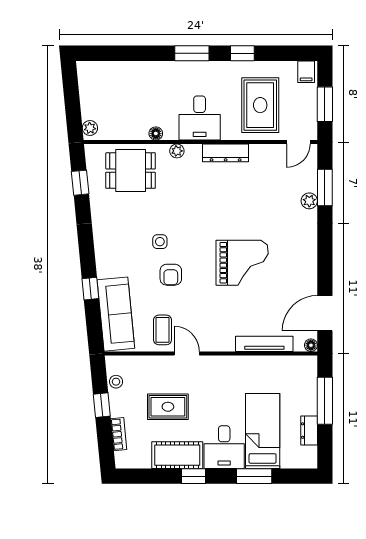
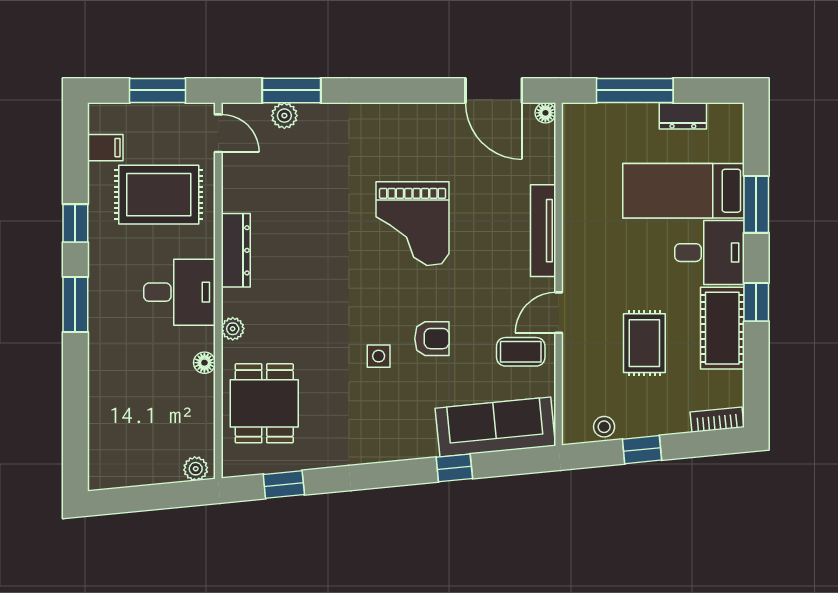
filing cabinet: (306, 72) -> (105, 148), moved
plant: (309, 201) -> (284, 116), moved
grand piano: (242, 263) -> (413, 224), turned 180
tv unit: (264, 344) -> (543, 231), moved
bookcase: (119, 434) -> (717, 420), moved

